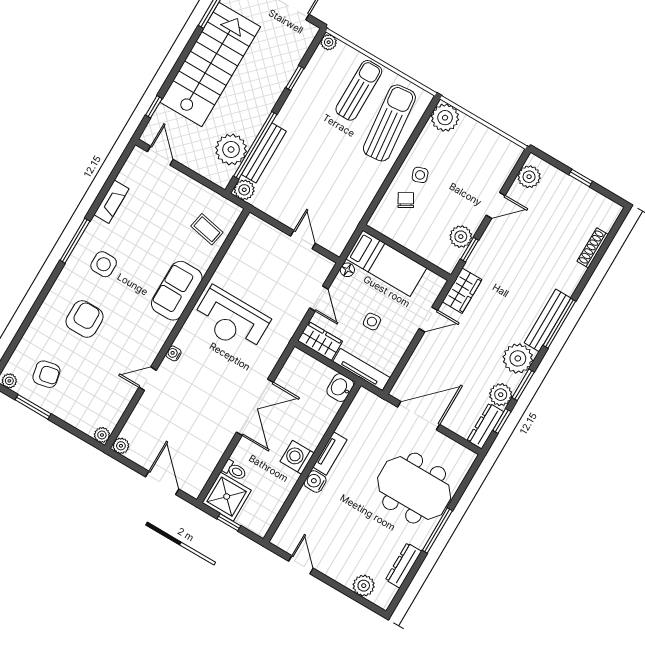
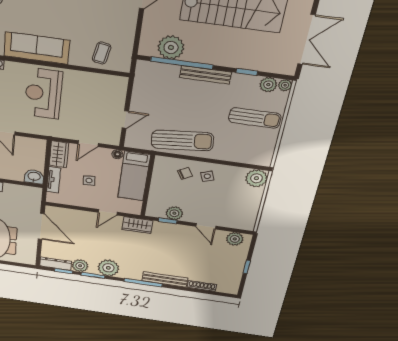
sun lounger: (389, 123) -> (182, 141), moved
bench: (264, 153) -> (205, 75), moved
plant: (244, 190) -> (268, 85), moved
sofa: (177, 291) -> (37, 48), width x1.36
door: (428, 320) -> (108, 212), hinge flipped
bench: (547, 320) -> (165, 279), moved
tv unit: (361, 369) -> (54, 180), width x0.71

